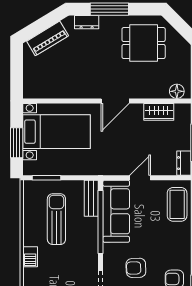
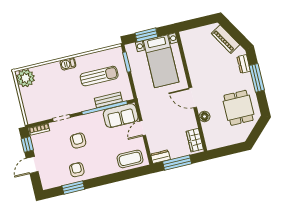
floor lamp: (177, 91) -> (205, 116), moved
wardrobe: (159, 112) -> (195, 140), moved
door: (140, 178) -> (143, 128), swing flipped
bench: (91, 198) -> (108, 100), moved
sofa: (116, 211) -> (121, 116), width x0.73

